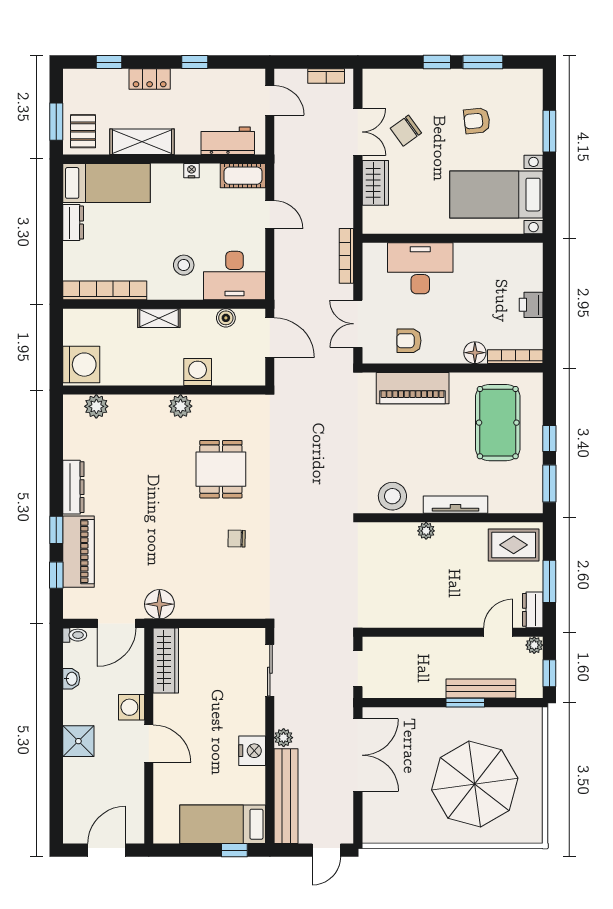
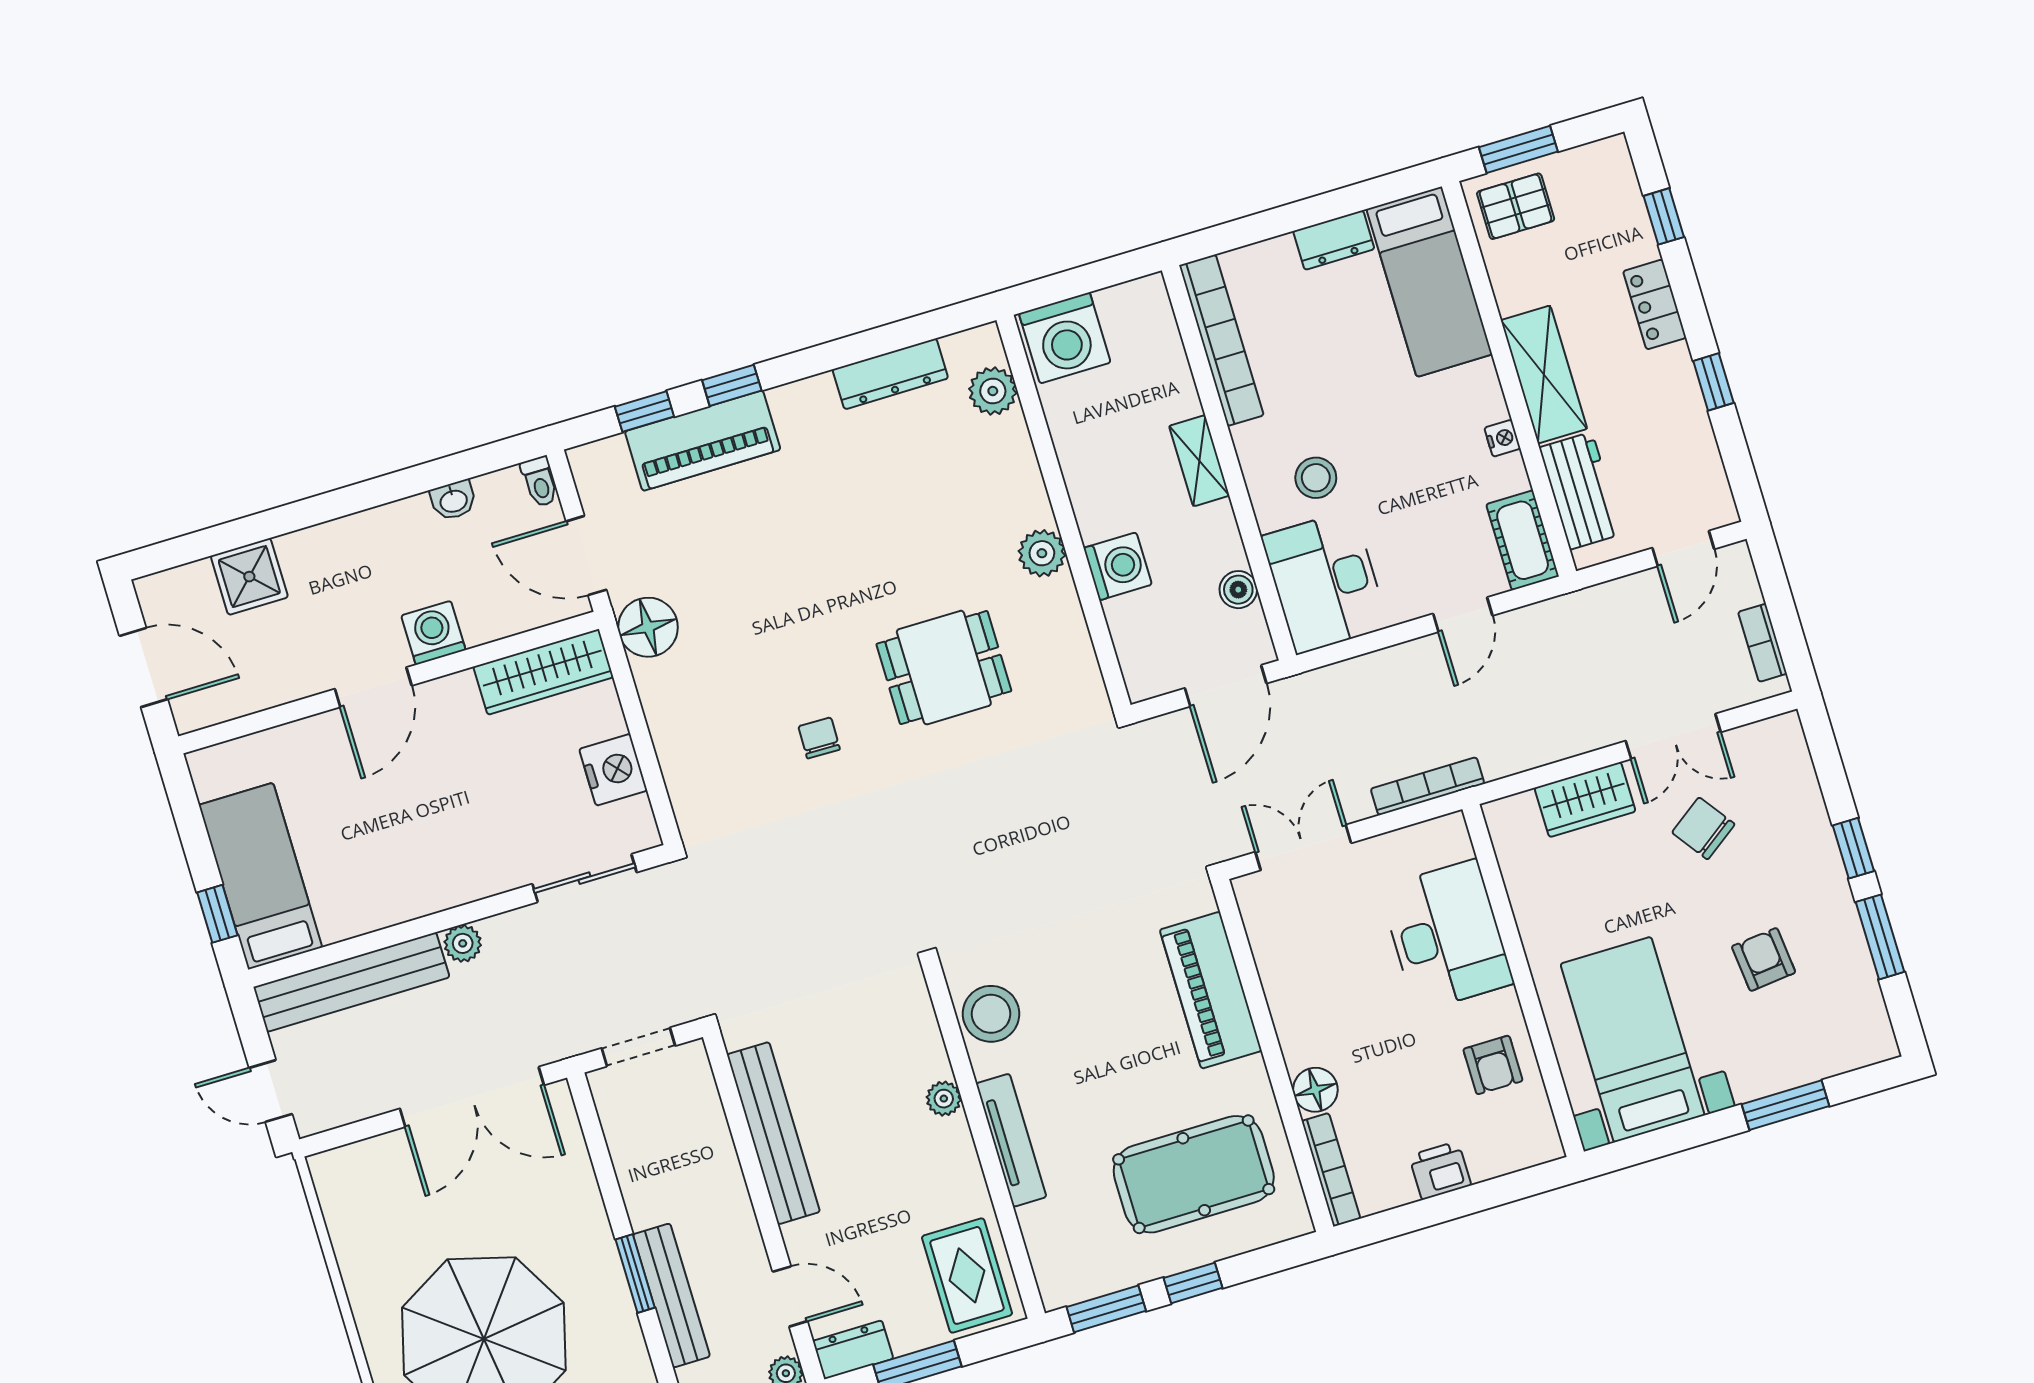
shelving: (142, 142) -> (1544, 375), moved
armchair: (409, 341) -> (1493, 1065), moved, turned 180
dresser: (73, 487) -> (890, 374), moved
bench: (418, 617) -> (773, 1133), added
shower: (78, 741) -> (249, 577), moved
nightstand: (252, 751) -> (613, 770), moved, turned -90

